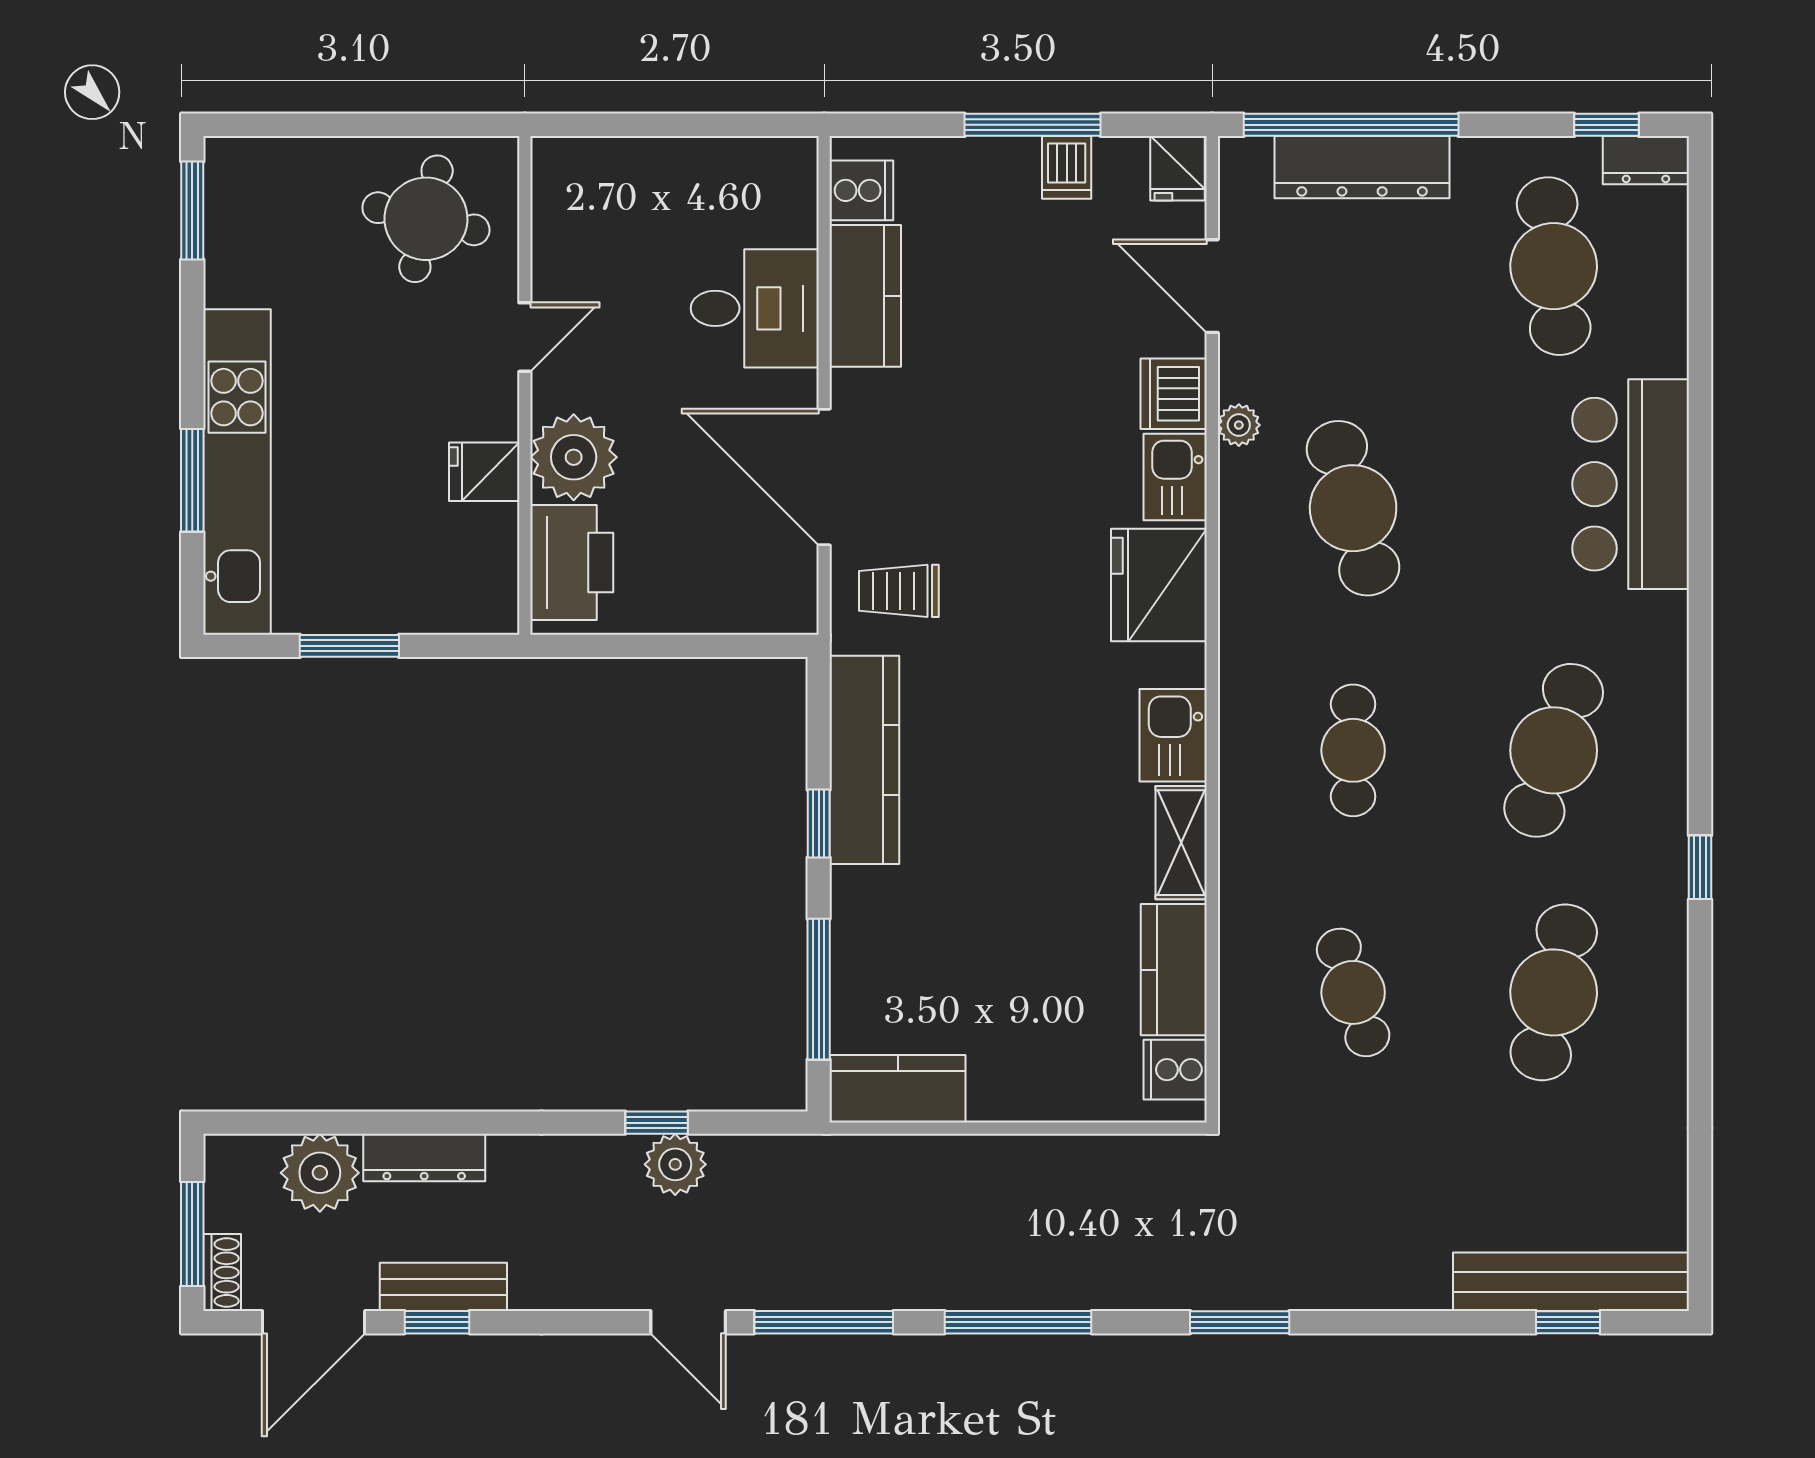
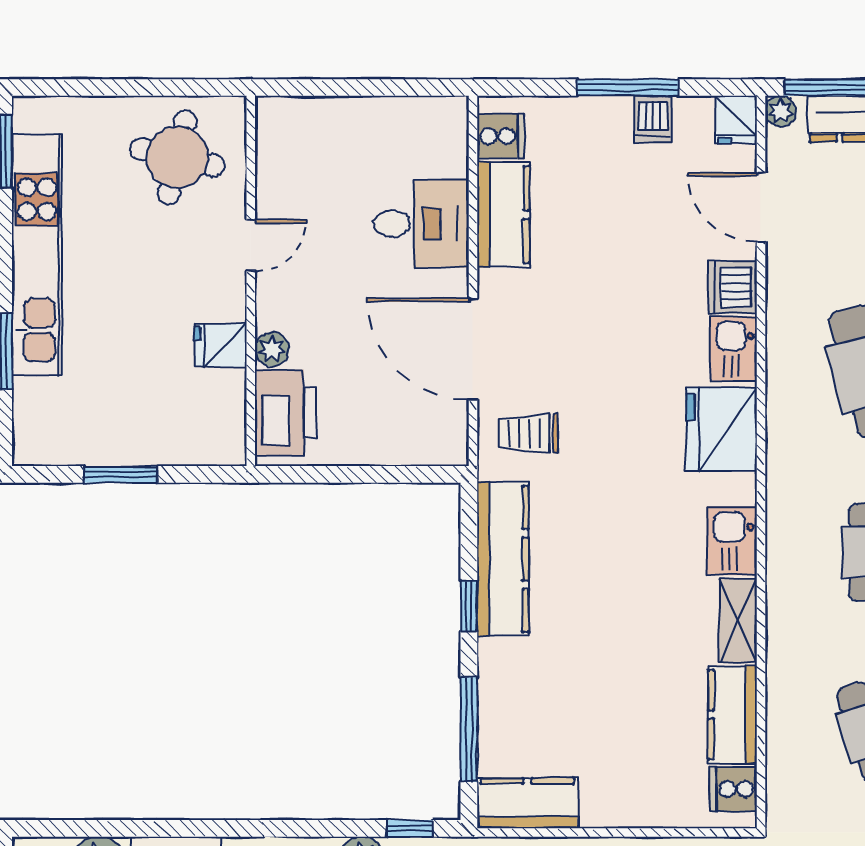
plant: (1239, 425) -> (781, 111), moved
plant: (574, 457) -> (272, 349), width x0.53, depth x0.53
kitchen unit: (237, 472) -> (37, 255), moved
window: (657, 1123) -> (410, 828), moved

